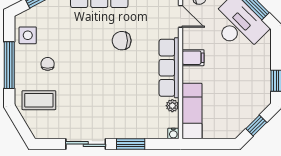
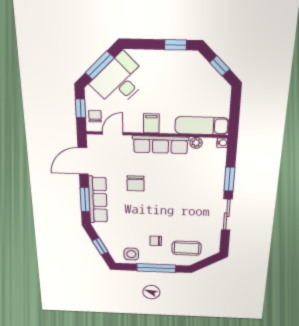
coffee table: (39, 100) -> (186, 248), turned 90

